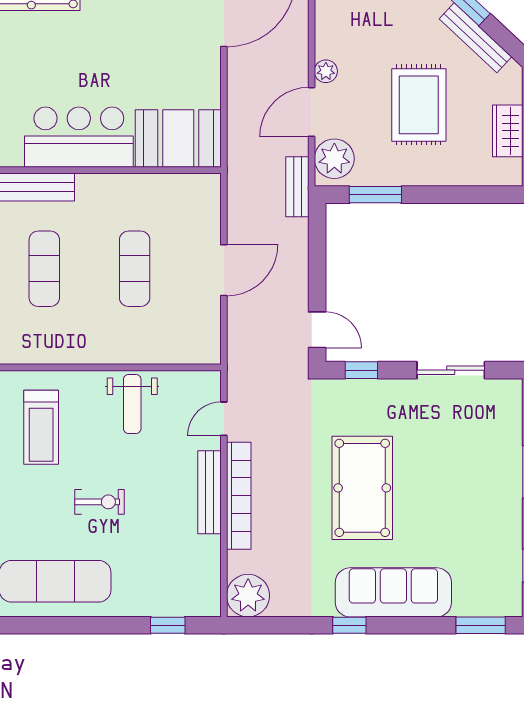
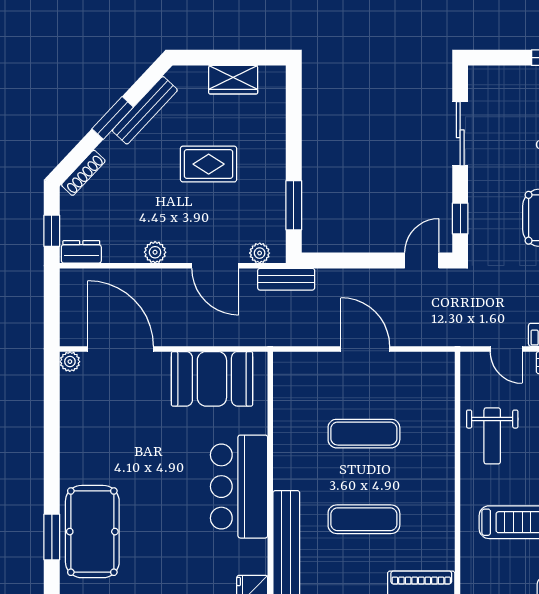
plant: (326, 71) -> (155, 252), moved
rug: (419, 105) -> (209, 164), width x0.73, depth x0.70
booth: (178, 138) -> (212, 379), moved, turned 90
plant: (334, 159) -> (260, 253), width x0.53, depth x0.53
weight bench: (132, 404) -> (492, 436), turned 90

